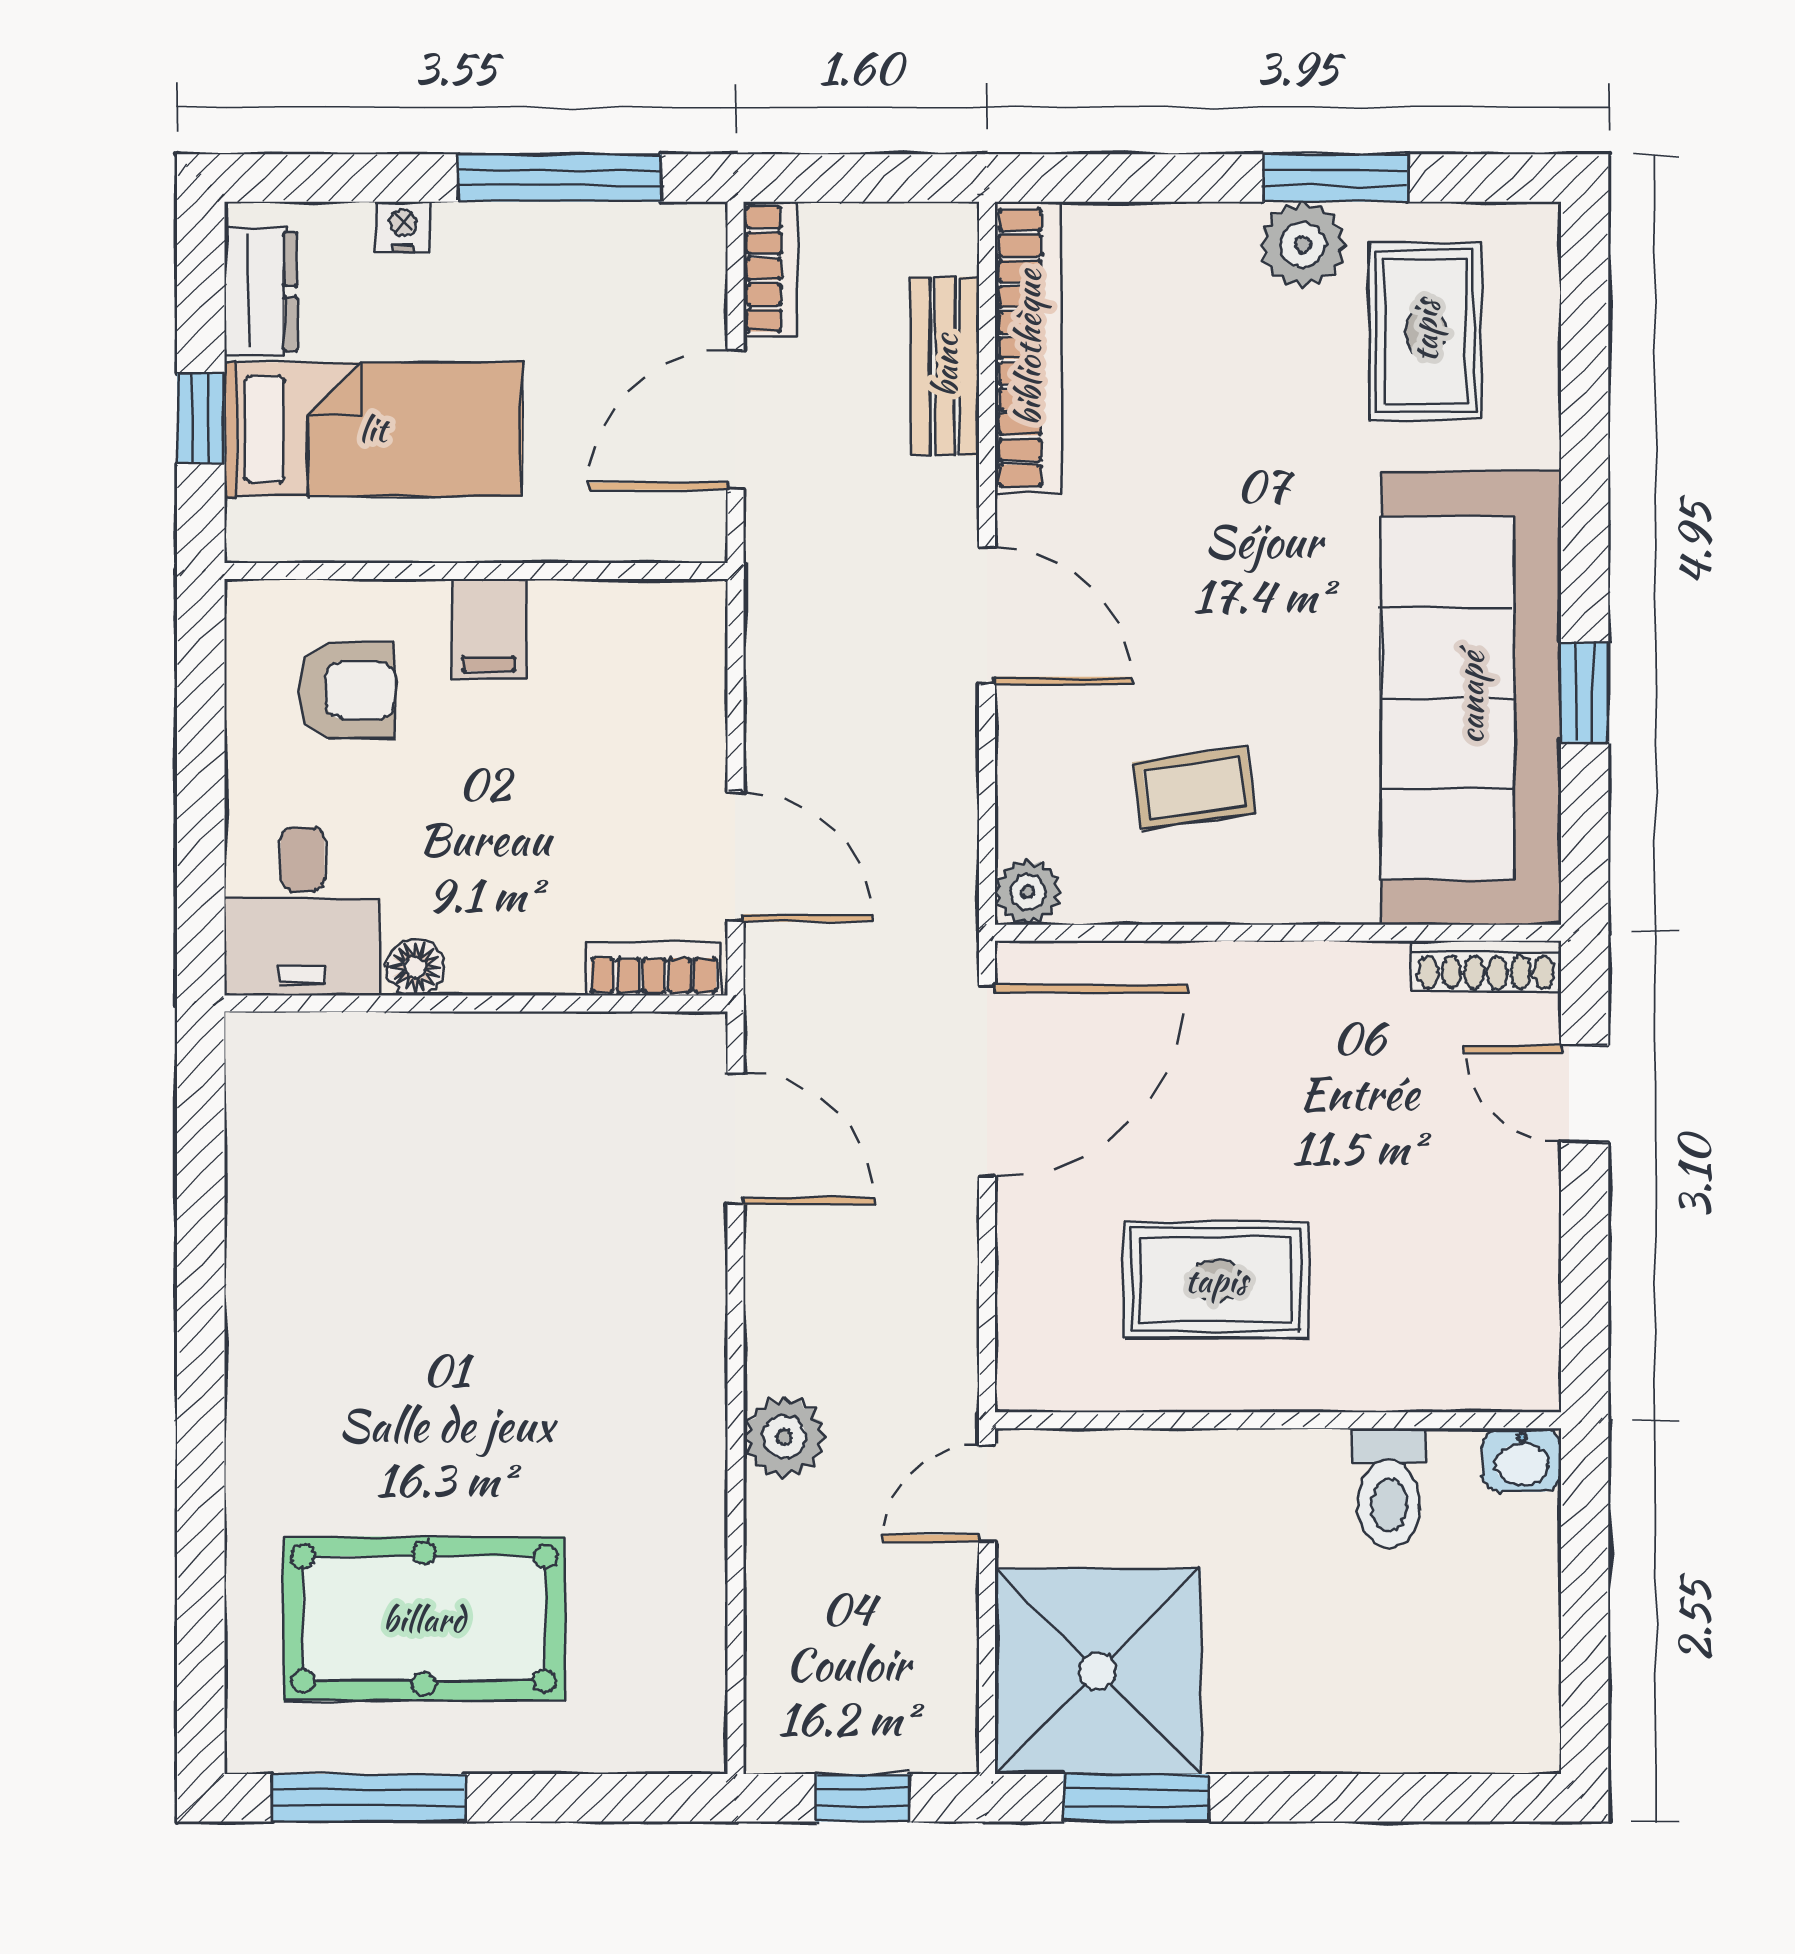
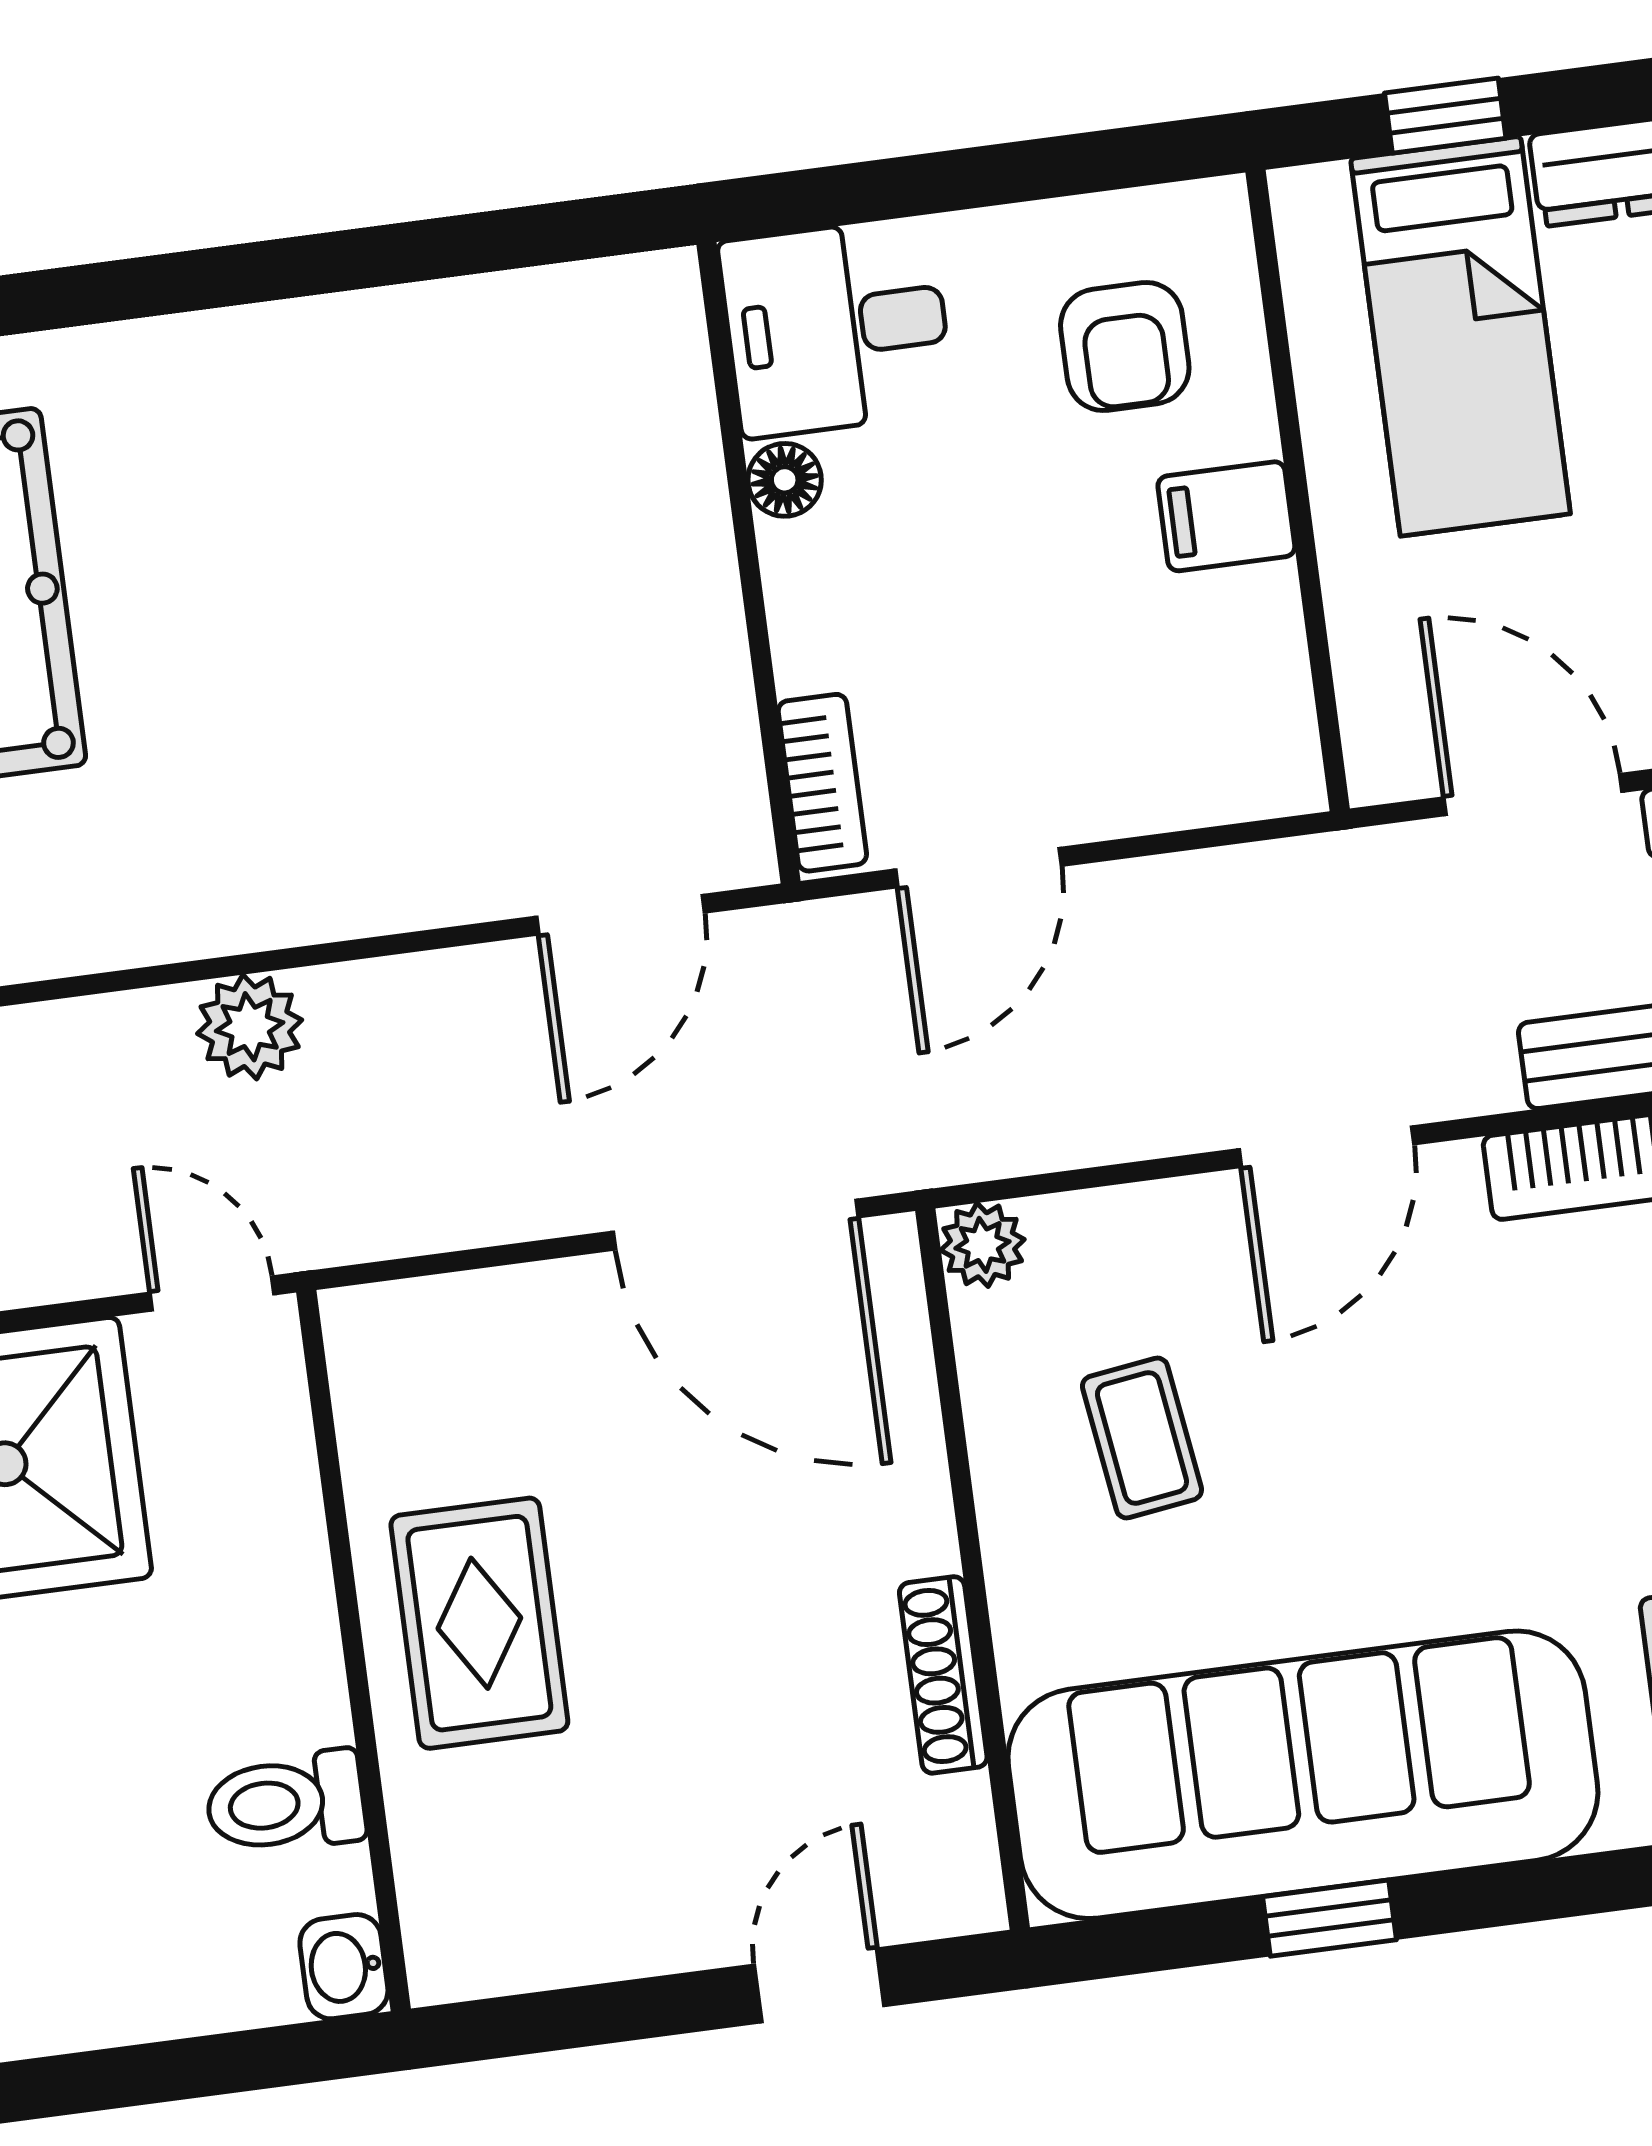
shoe rack: (1486, 966) -> (943, 1675), moved
rug: (1216, 1280) -> (479, 1623), moved

